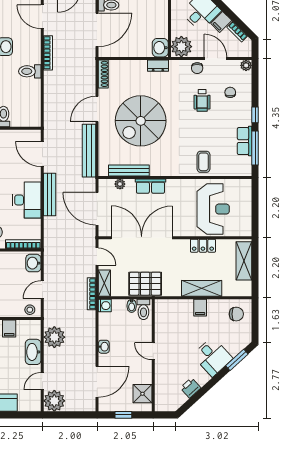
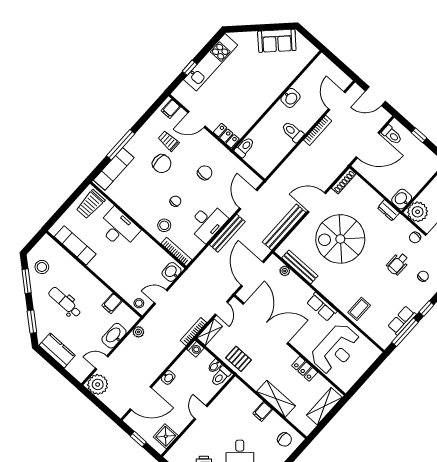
row of seats: (150, 186) -> (322, 307), moved
pallet: (145, 284) -> (238, 359), width x0.67, depth x0.71
plant: (54, 337) -> (138, 332), width x0.53, depth x0.53

